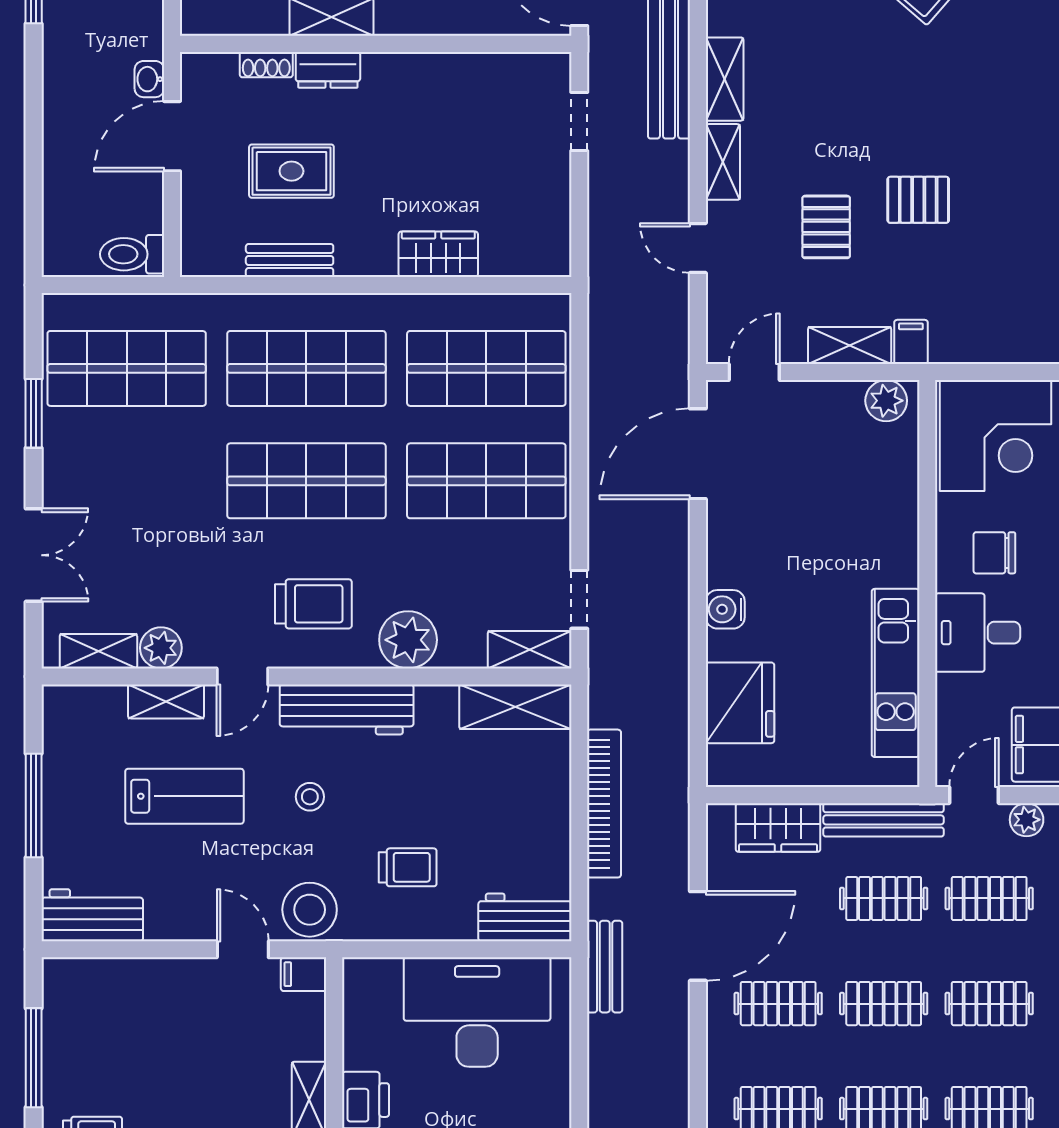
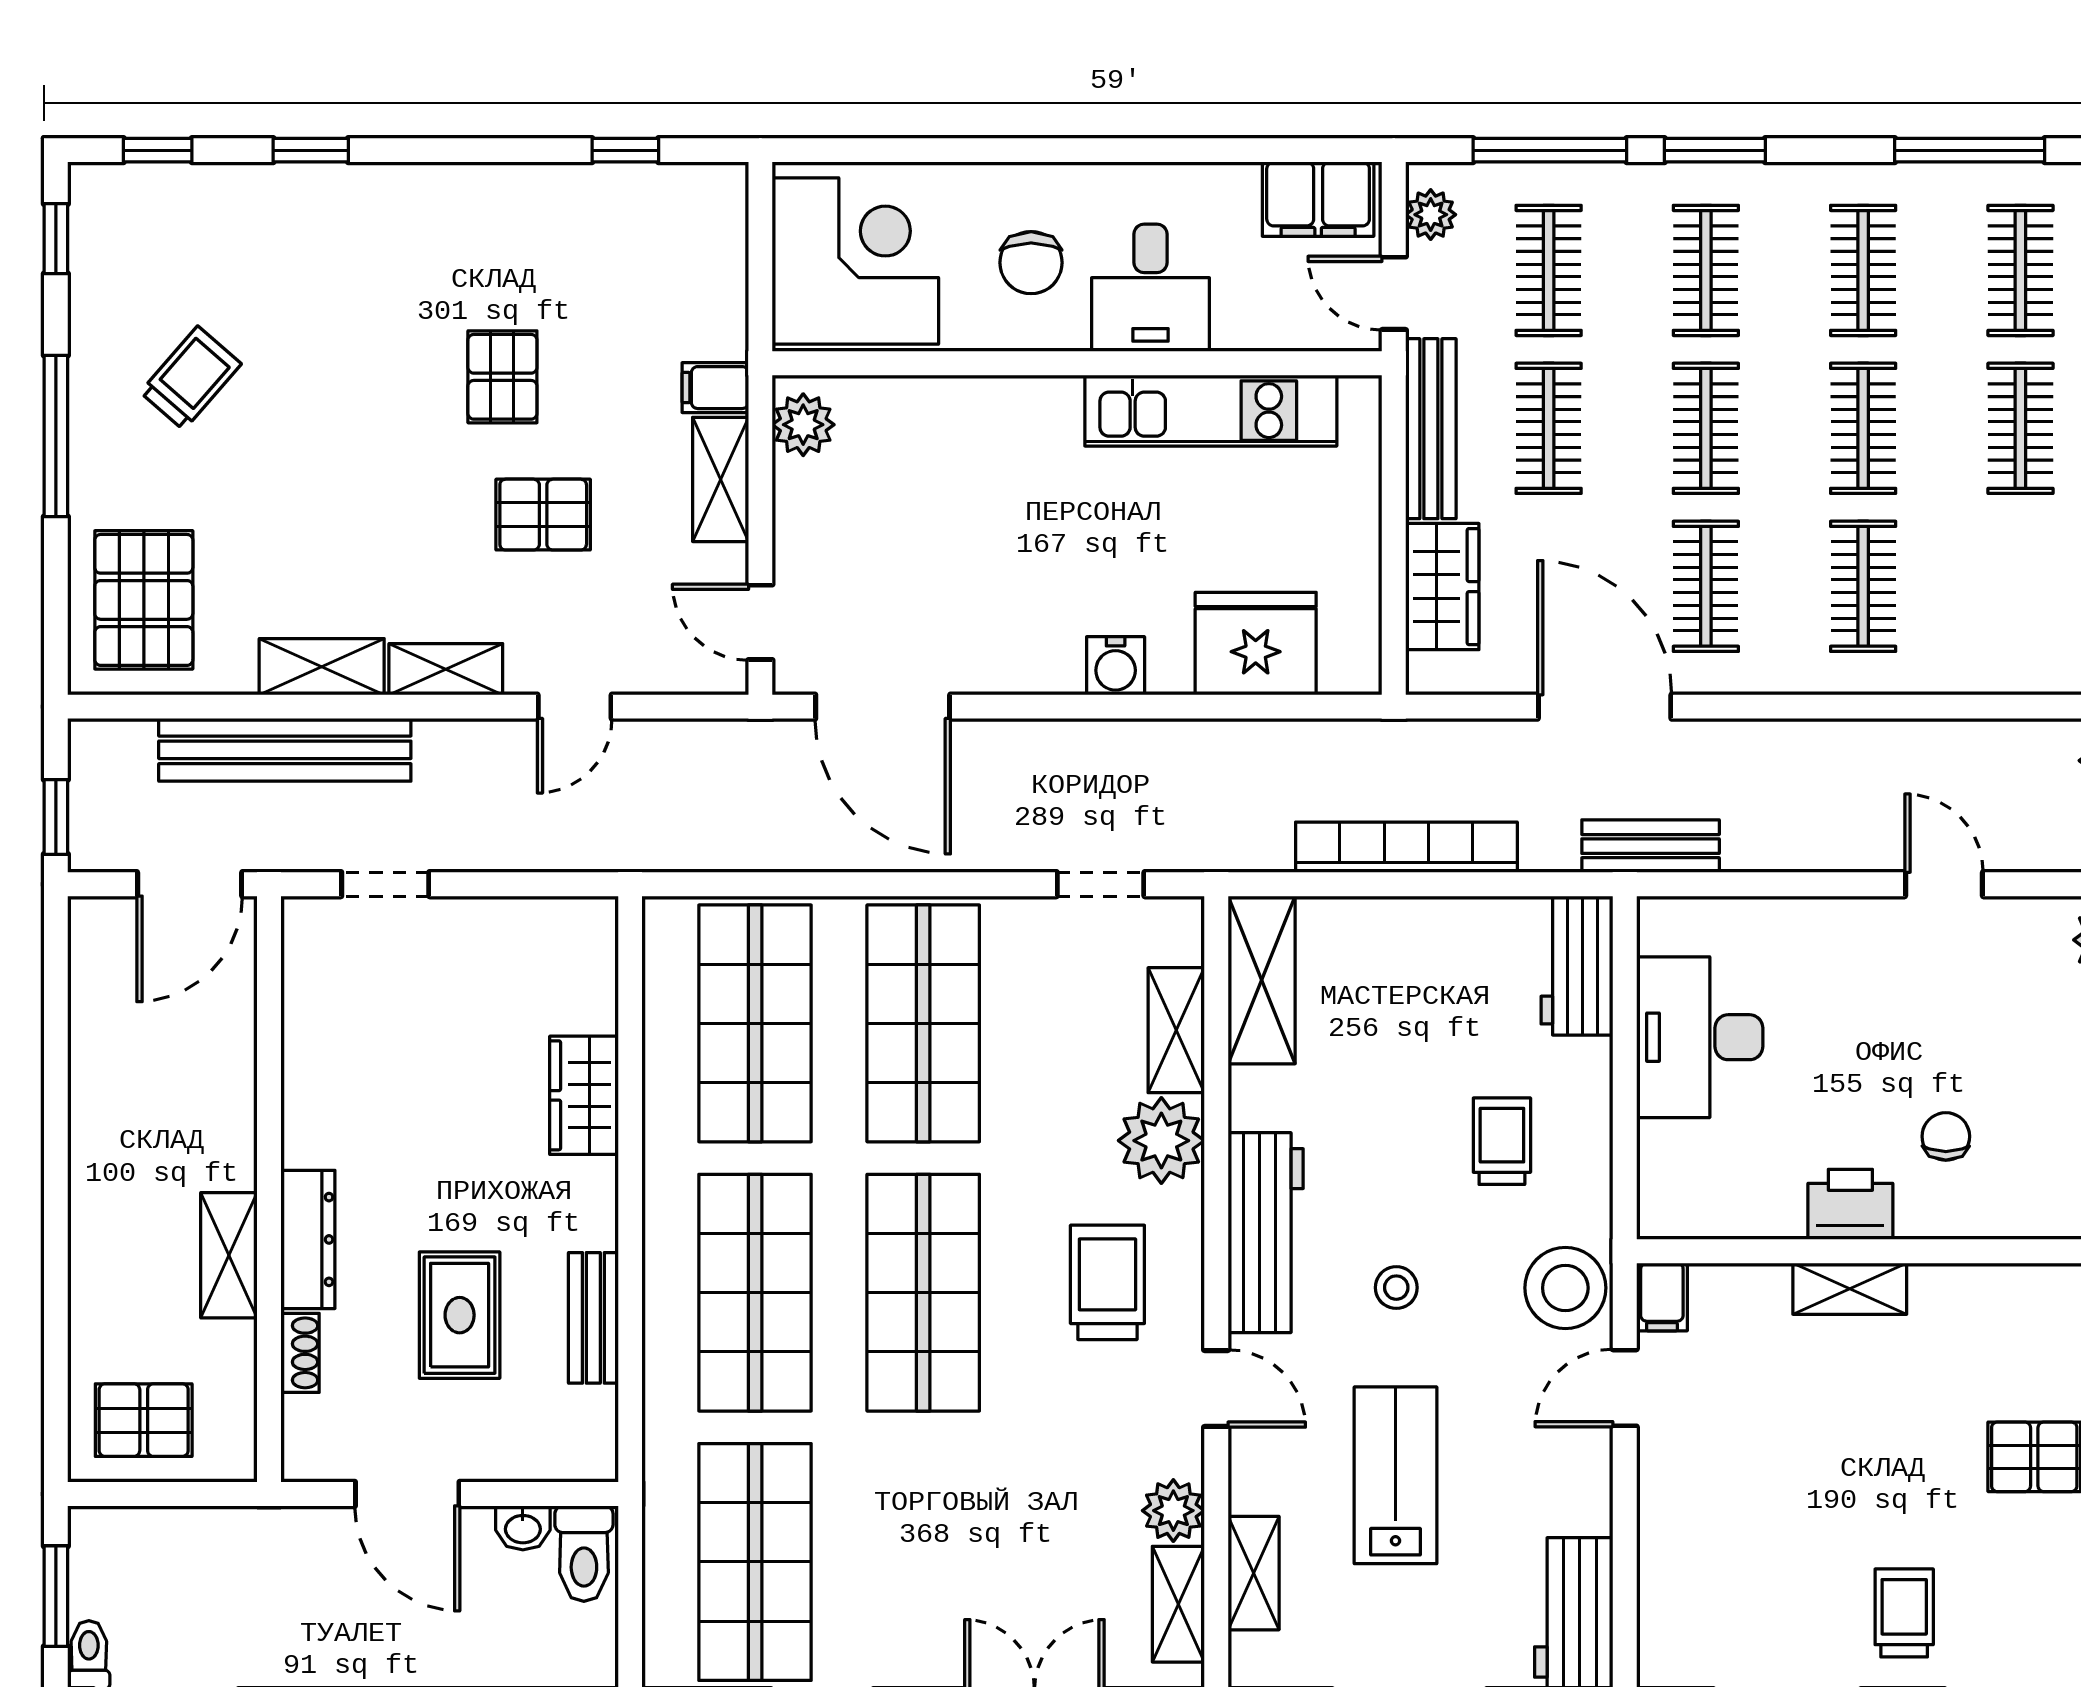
dresser: (328, 70) -> (308, 1239), width x1.44
washbasin: (149, 79) -> (523, 1528), moved
shelving: (530, 650) -> (1176, 1030), moved
shelving: (166, 701) -> (1254, 1573), moved
desk: (477, 1012) -> (1700, 1037), width x0.73, depth x0.77

